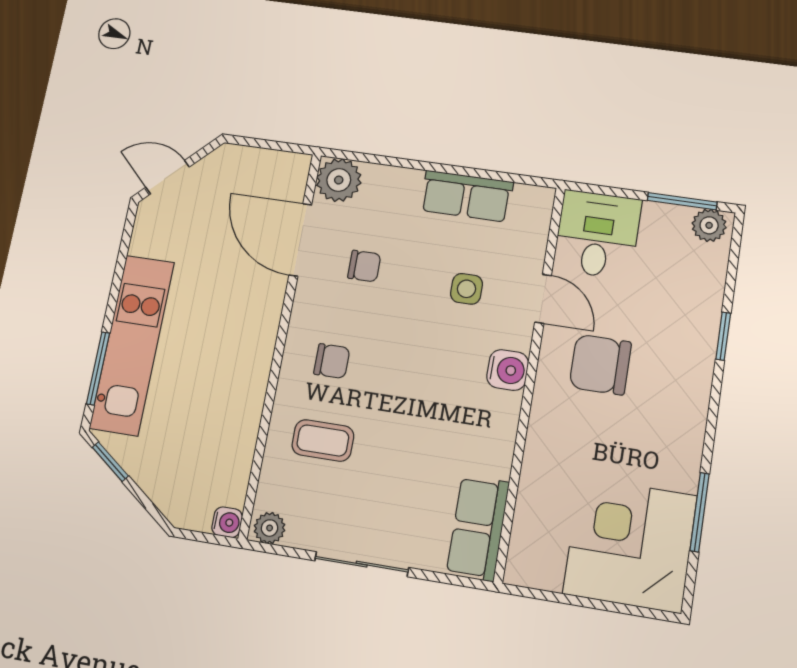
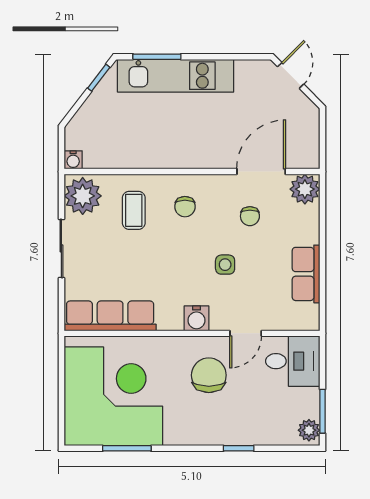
side table: (466, 289) -> (225, 265), moved
plant: (270, 528) -> (83, 196), width x1.87, depth x1.87
row of seats: (478, 528) -> (110, 316), width x1.48
corner desk: (630, 545) -> (113, 396), width x1.36, depth x1.36

